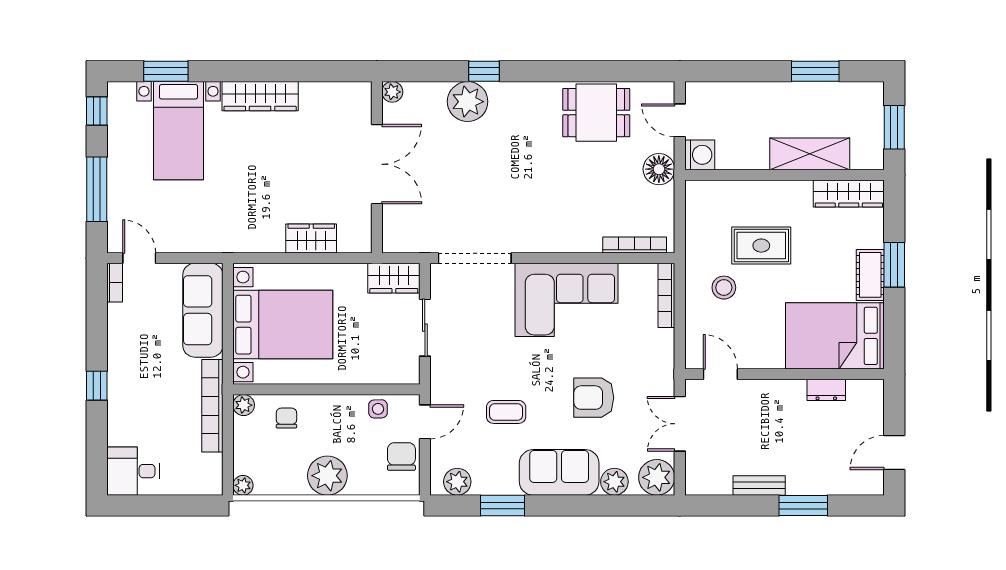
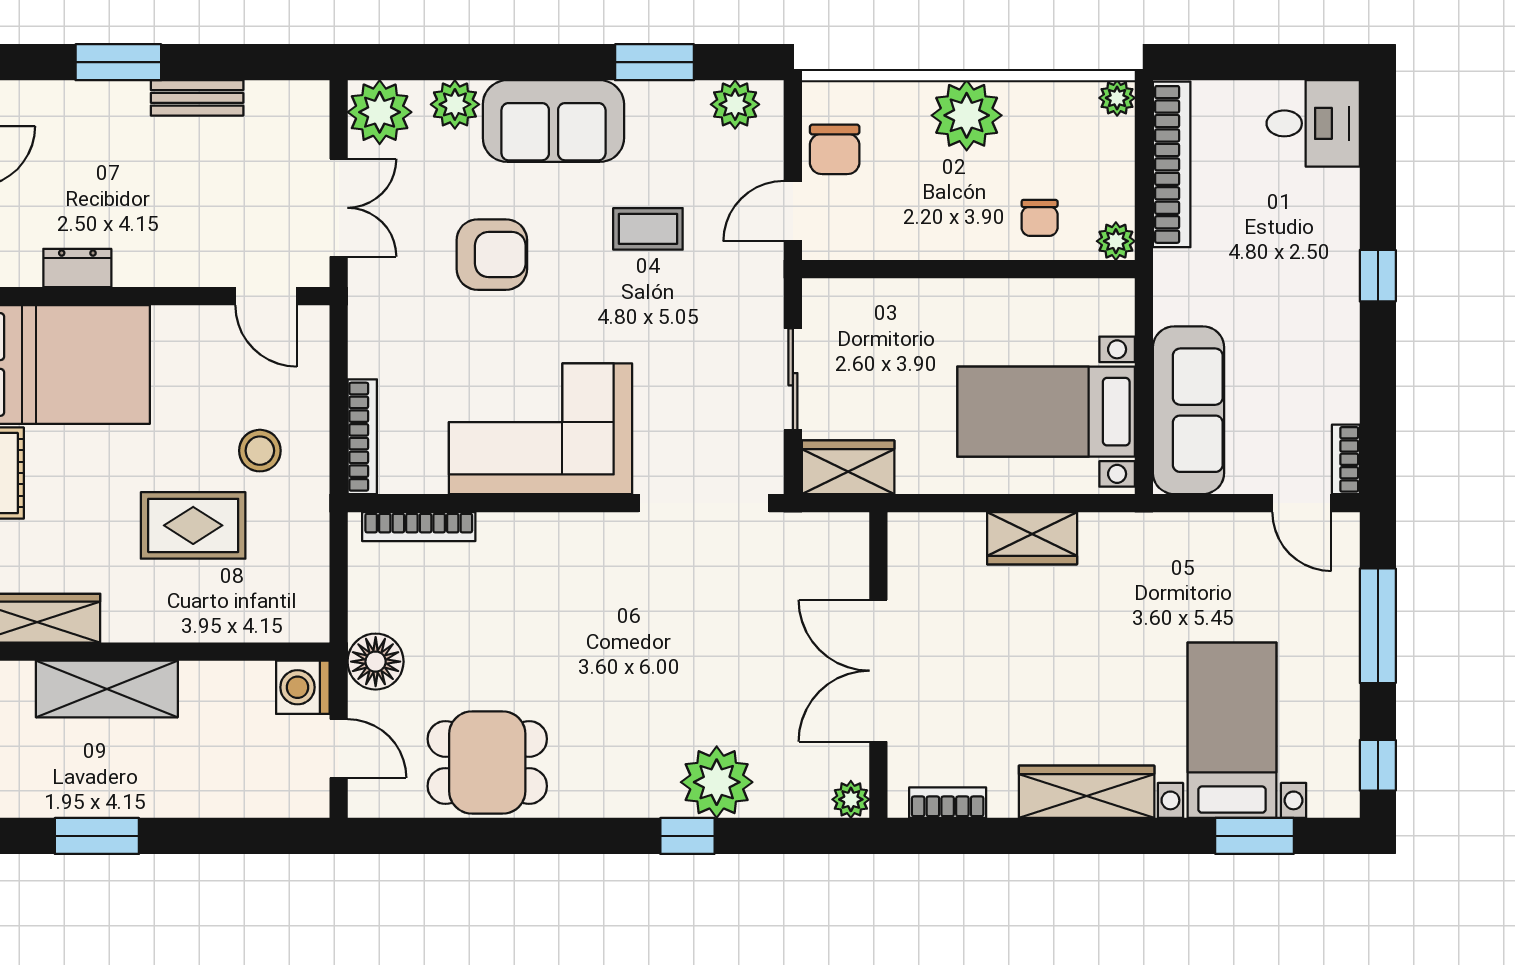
bookcase: (338, 90) -> (948, 803), added
wardrobe: (311, 238) -> (1032, 538), moved
bed with nightstands: (283, 325) -> (1046, 412), width x0.73
bookcase: (212, 406) -> (1172, 164), moved
side table: (378, 409) -> (876, 234), removed

